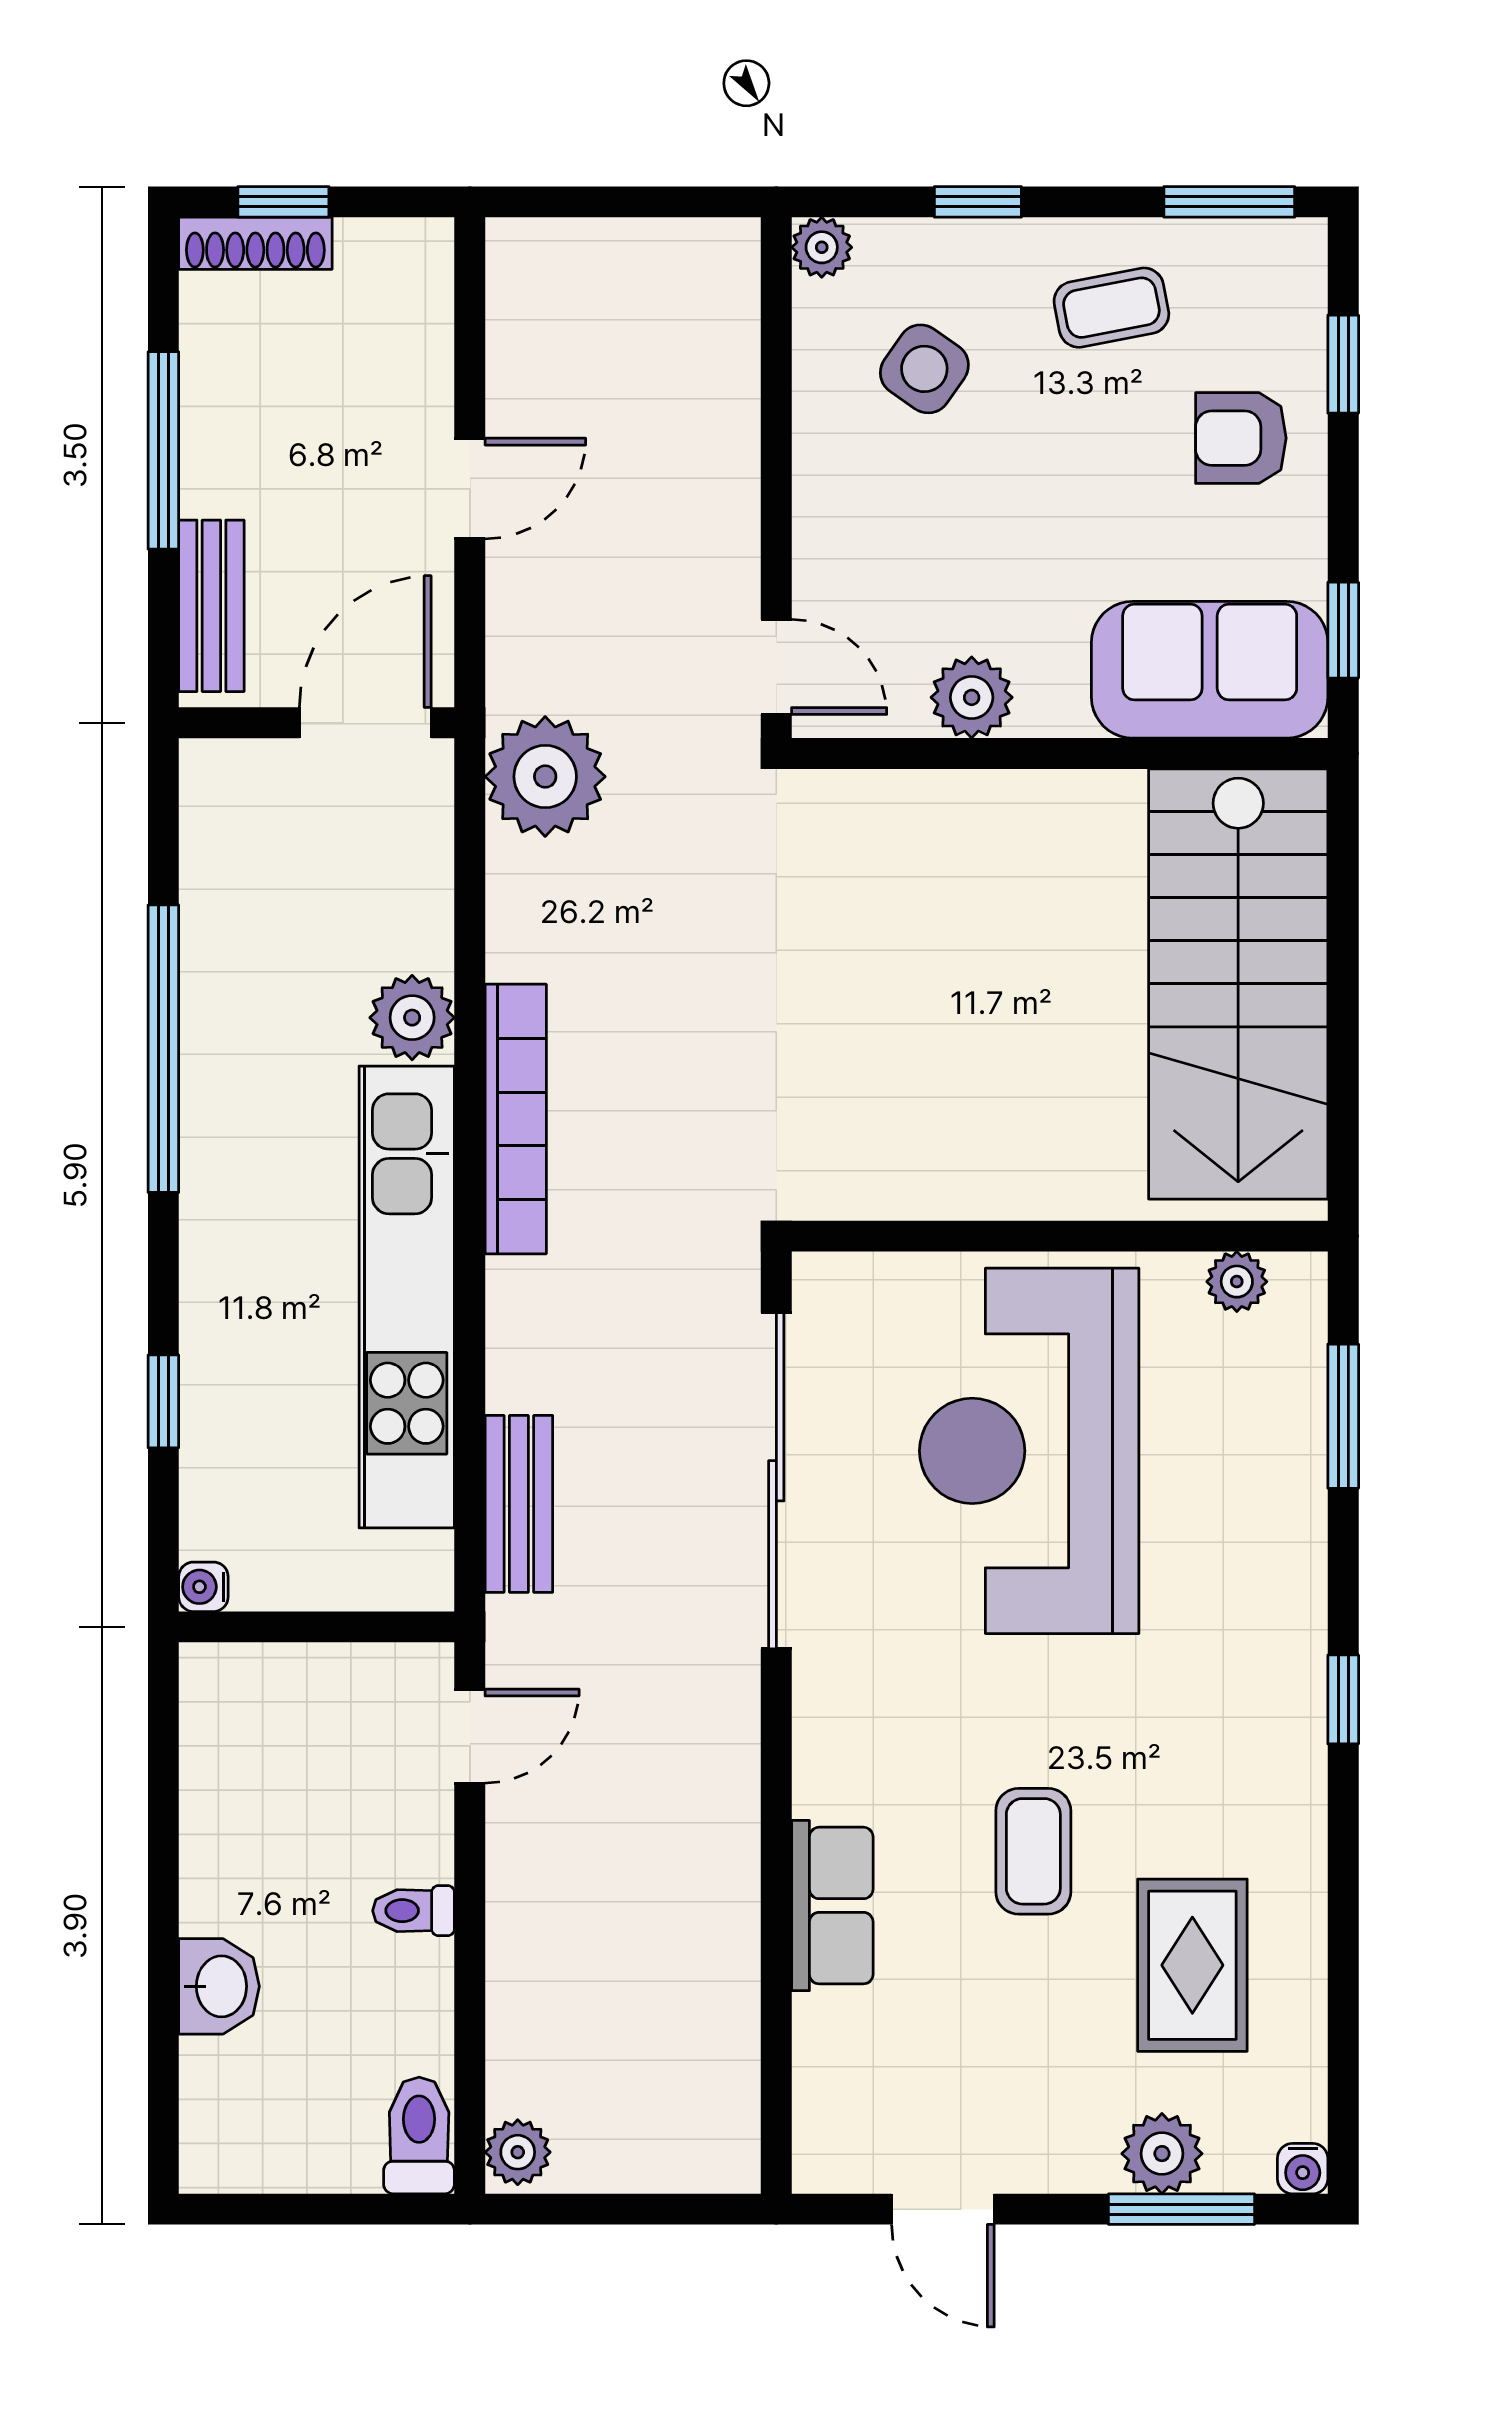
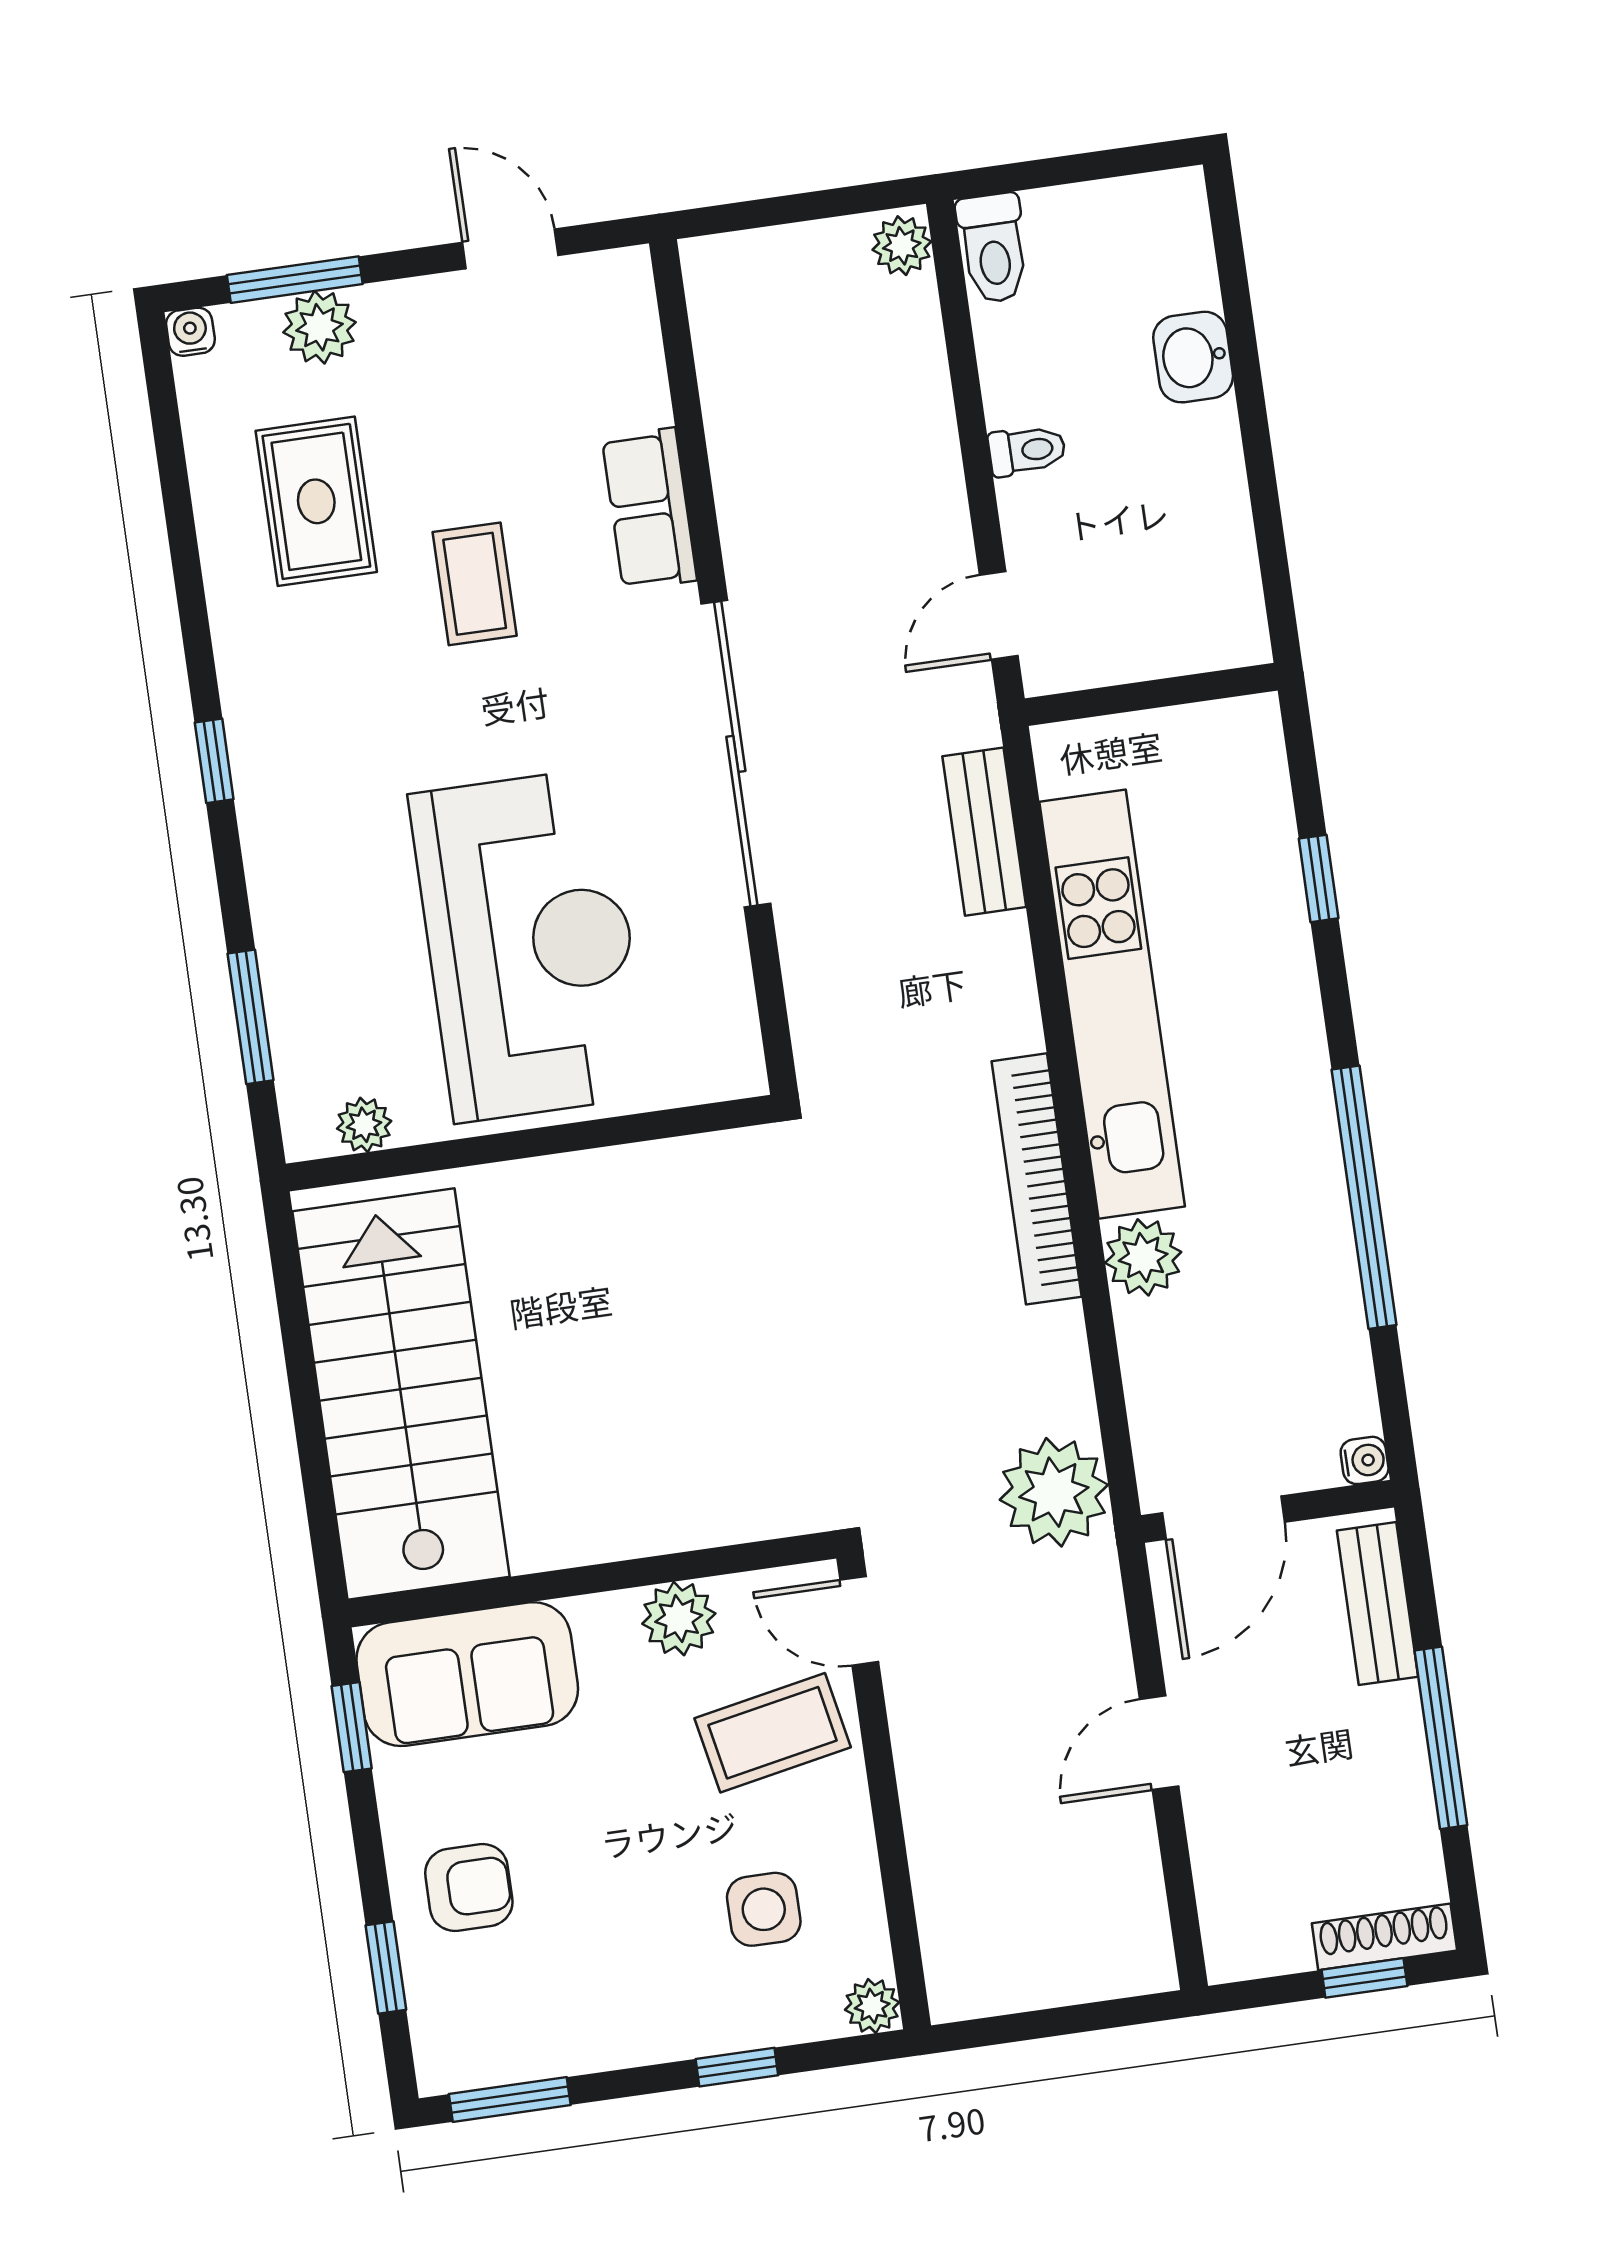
coffee table: (1111, 308) -> (773, 1733), moved, width x1.36, depth x1.30
side table: (924, 369) -> (764, 1909), turned -35
sliding door: (776, 1481) -> (736, 754), moved
water cooler: (203, 1587) -> (1365, 1460), moved

